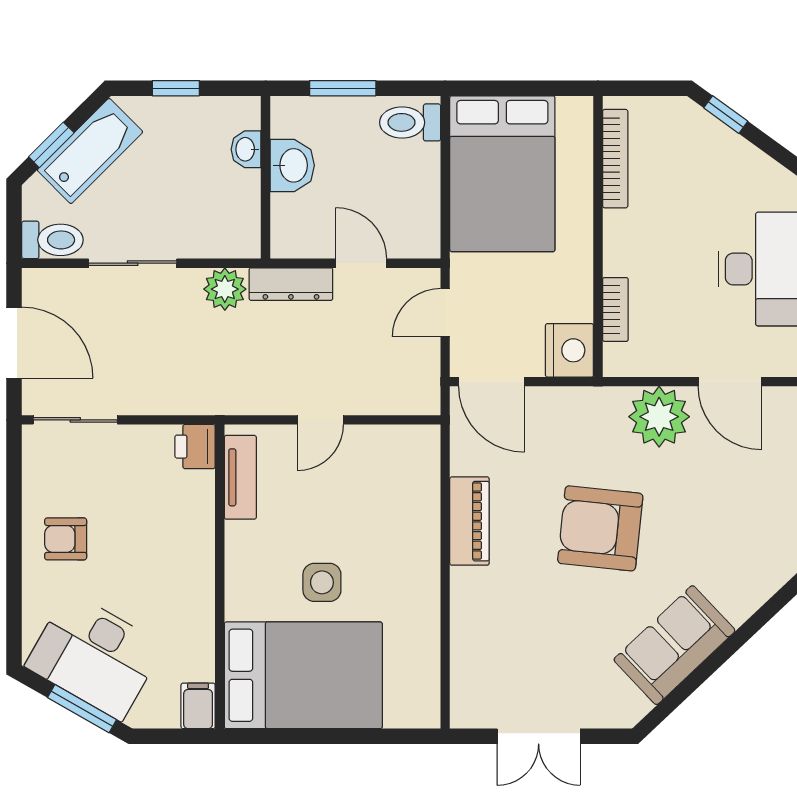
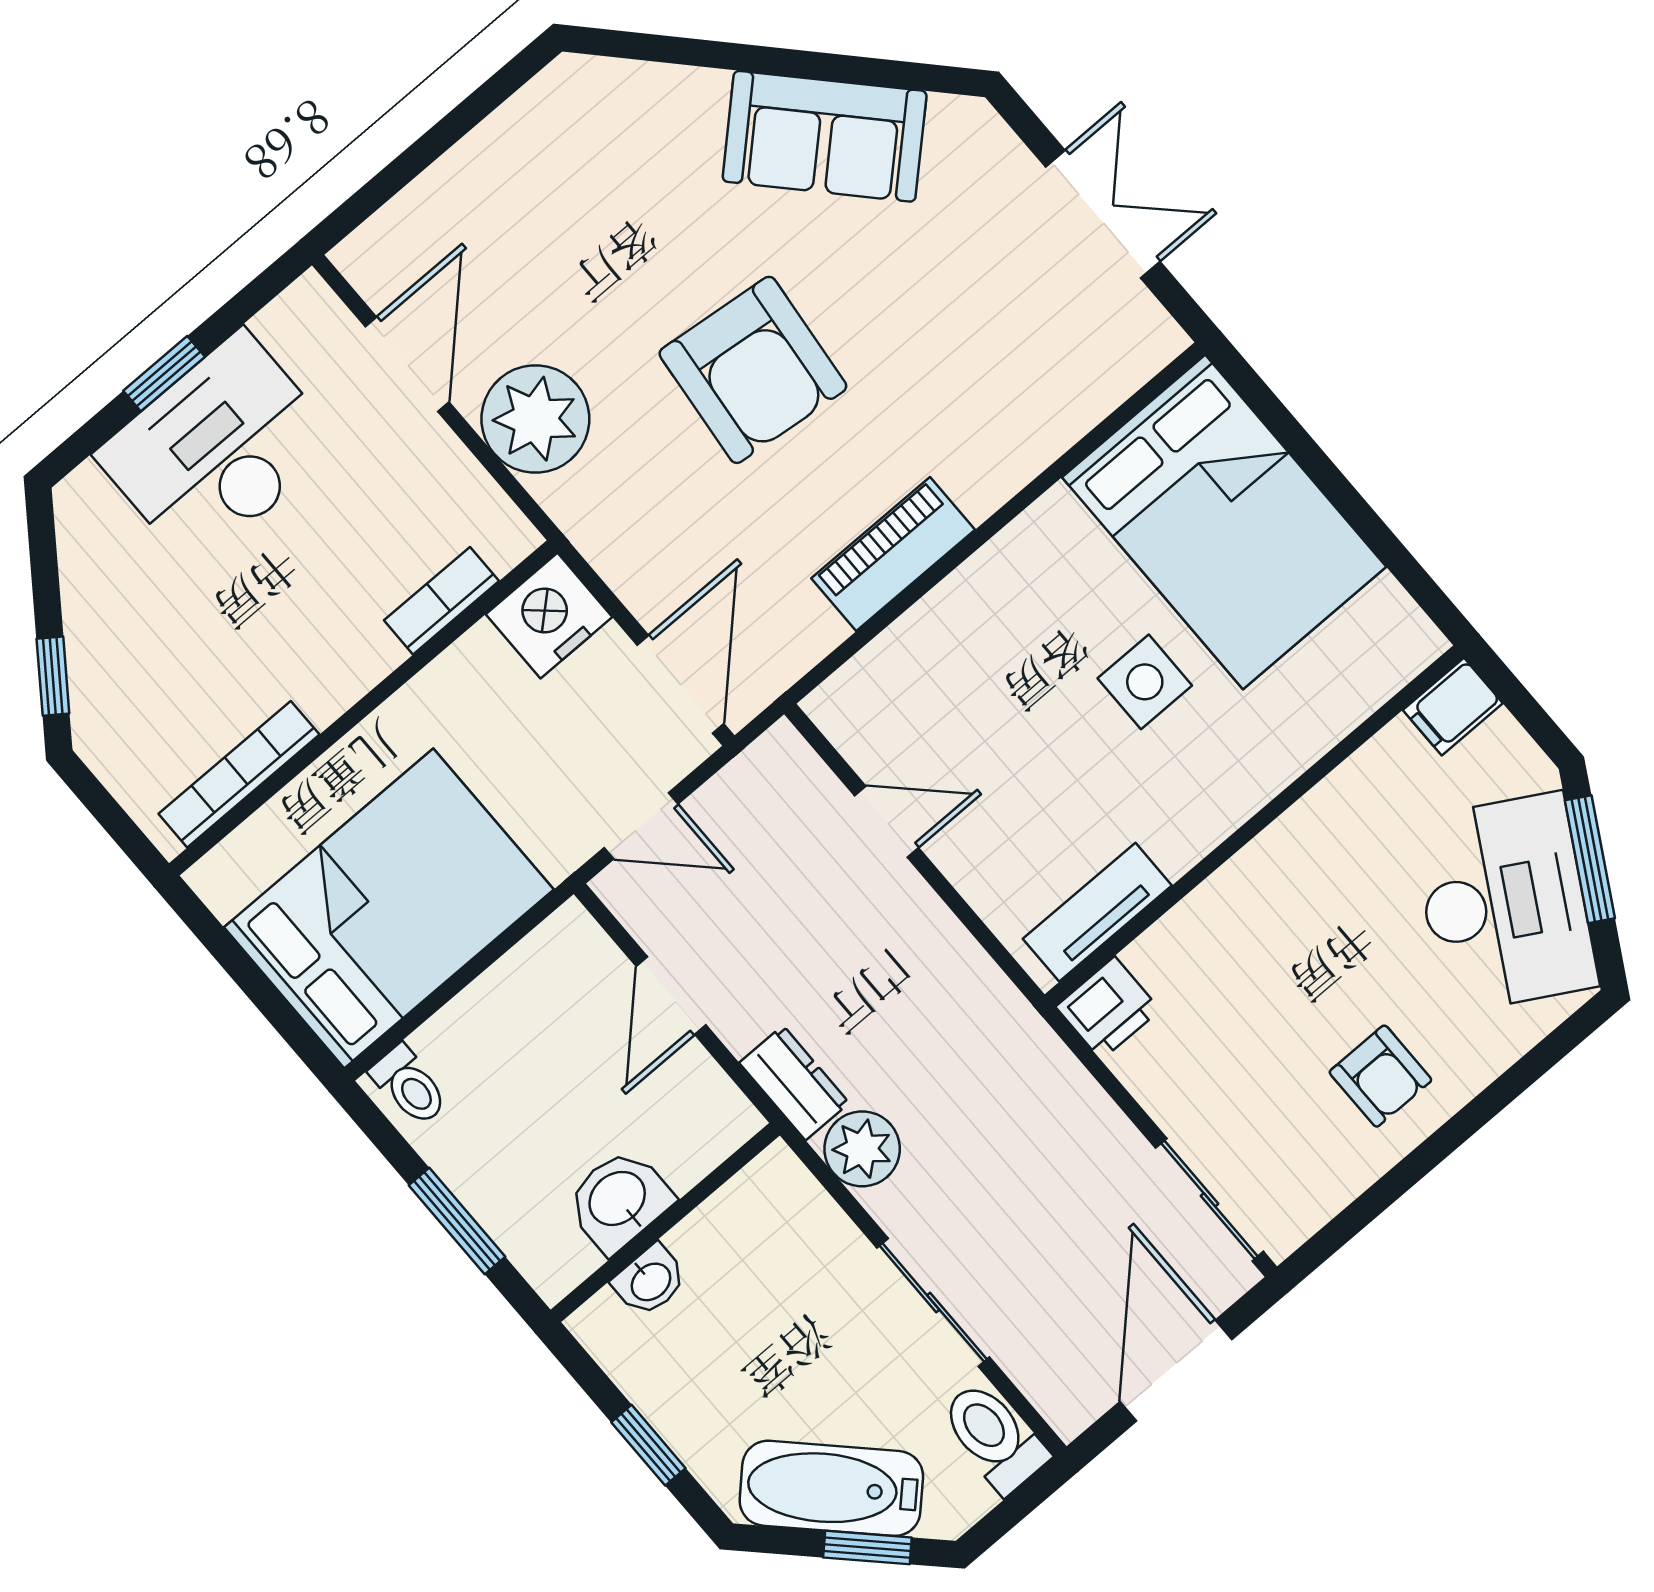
toilet: (410, 122) -> (409, 1086), width x0.73, depth x0.72
dresser: (291, 284) -> (794, 1083), width x0.70
door: (320, 420) -> (886, 822), moved
bed: (303, 675) -> (1224, 522), moved, turned 180

